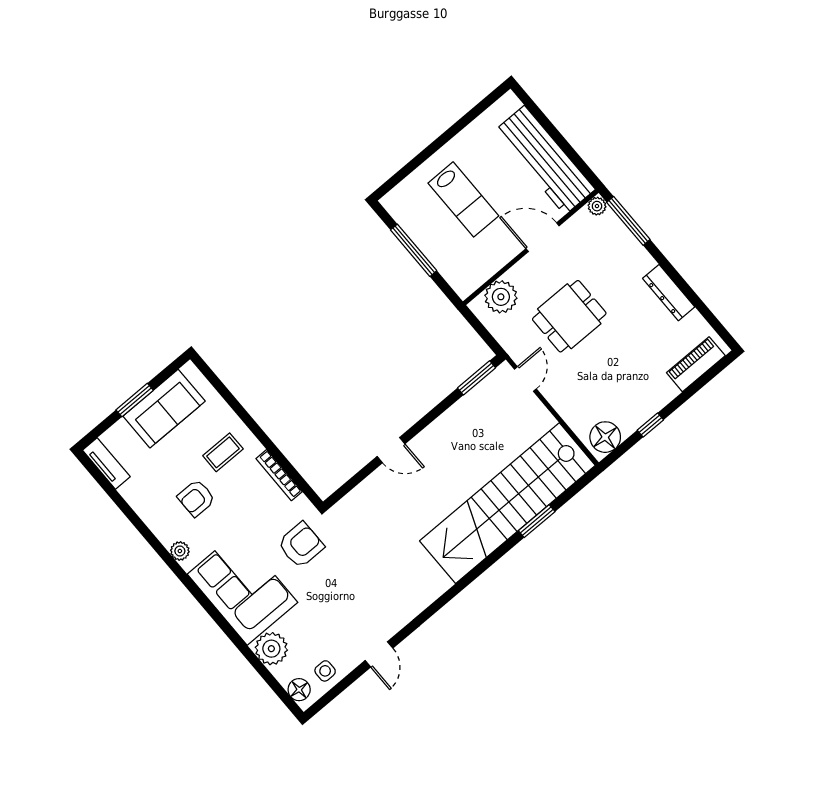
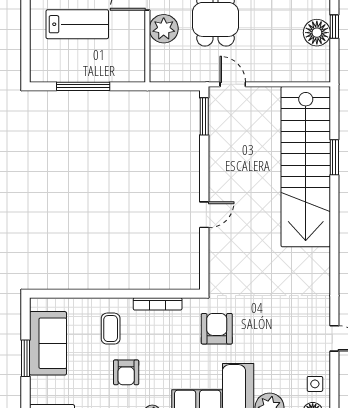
plant: (501, 297) -> (164, 29), moved
floor lamp: (605, 437) -> (317, 33), moved

